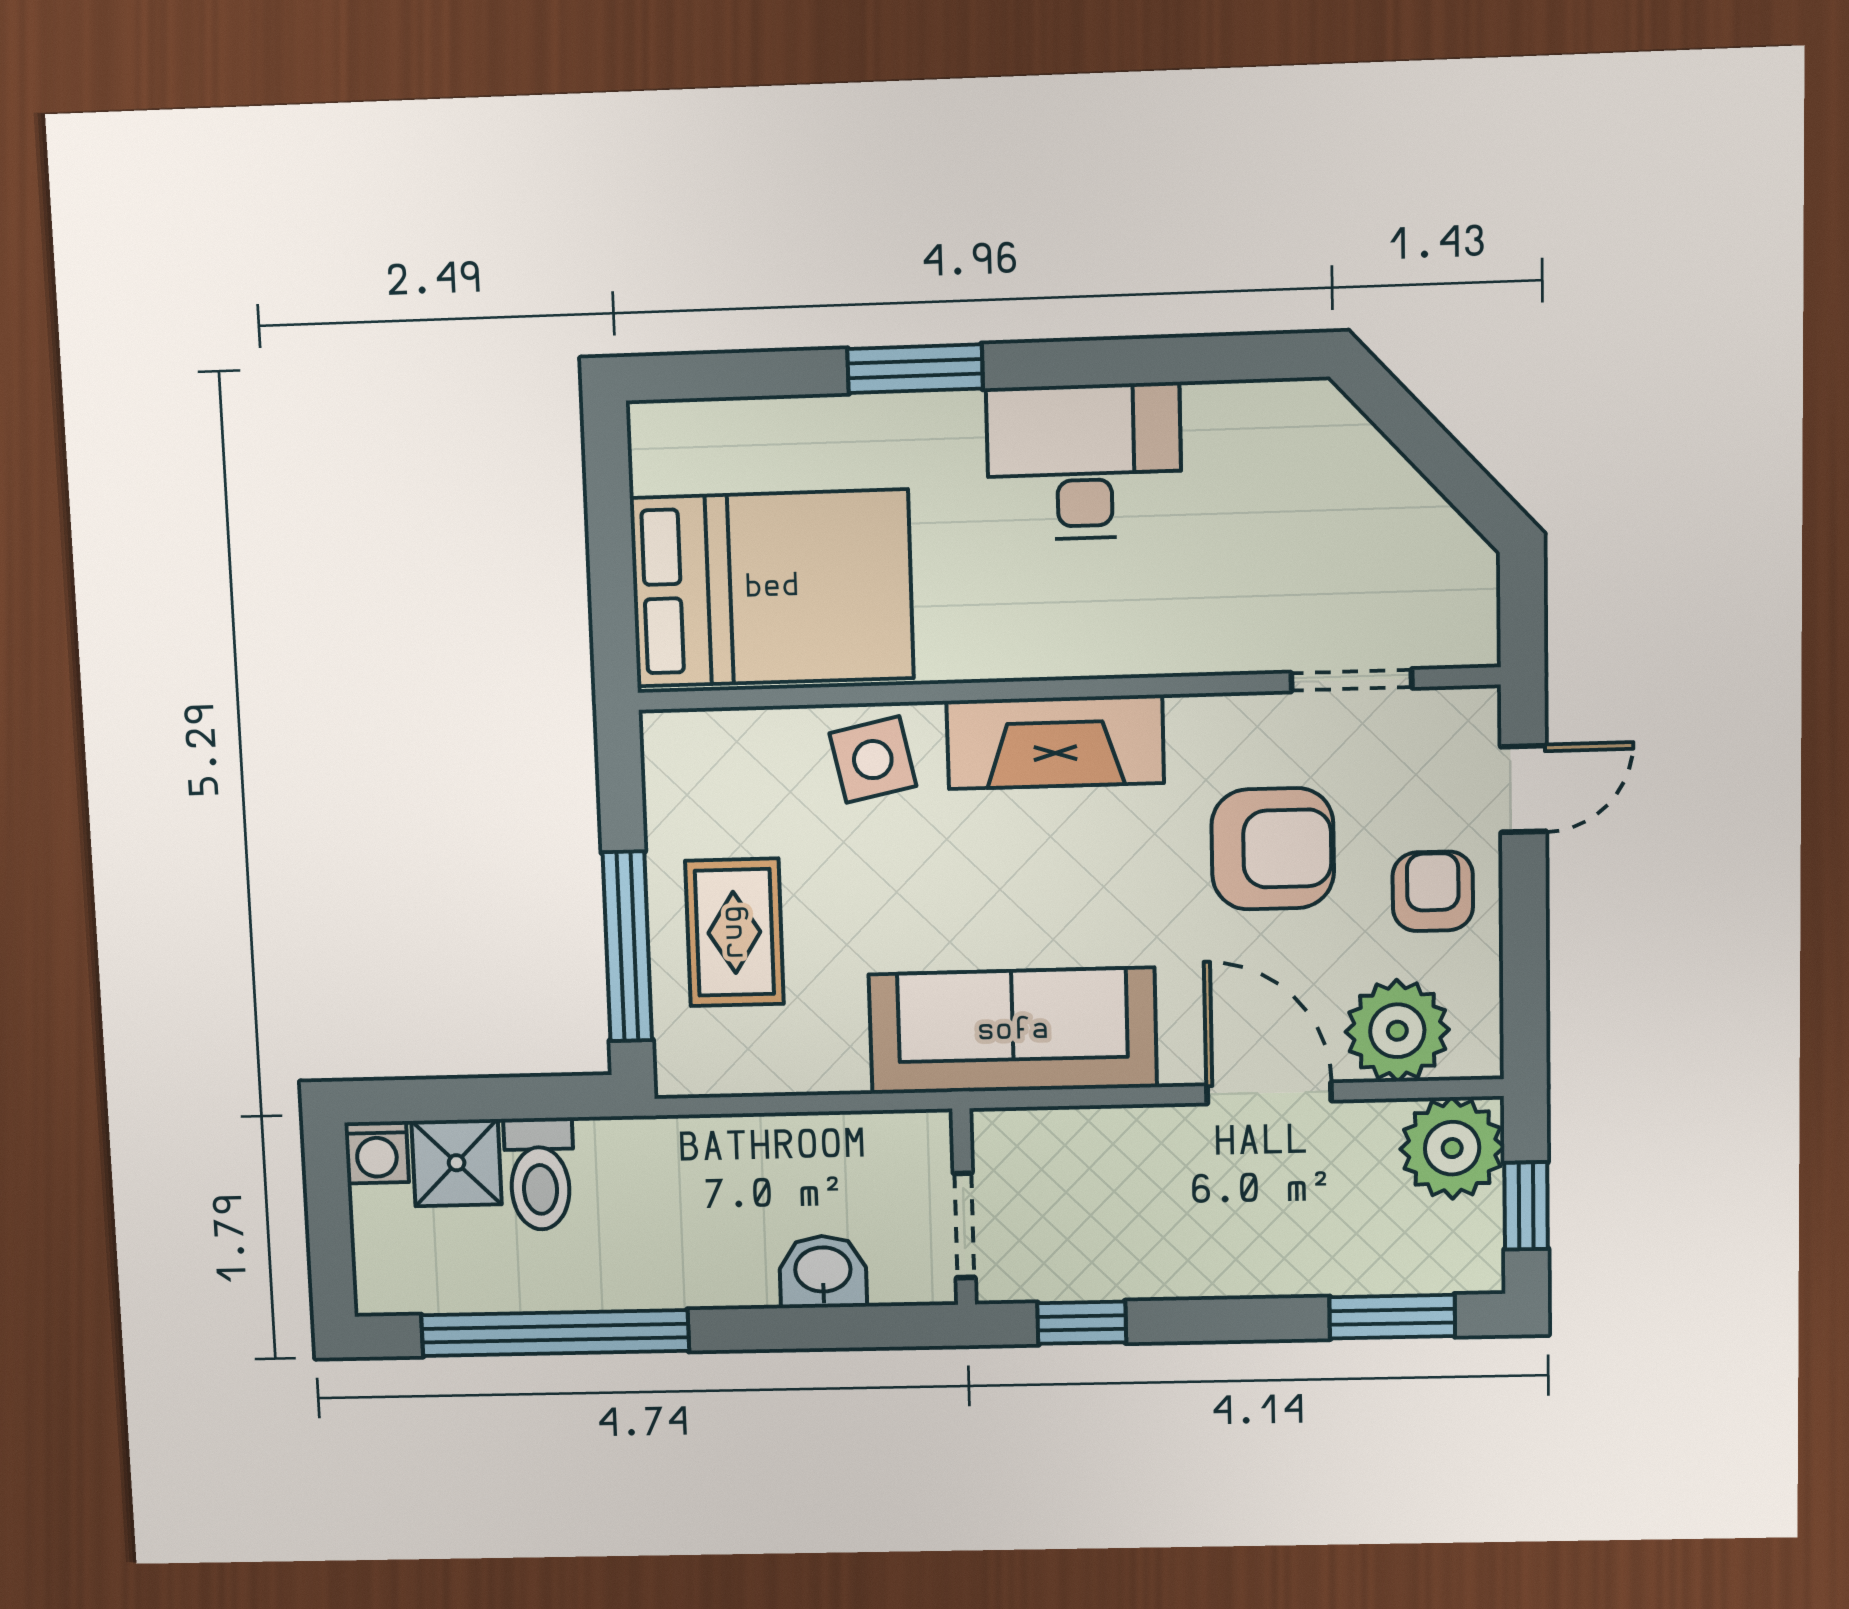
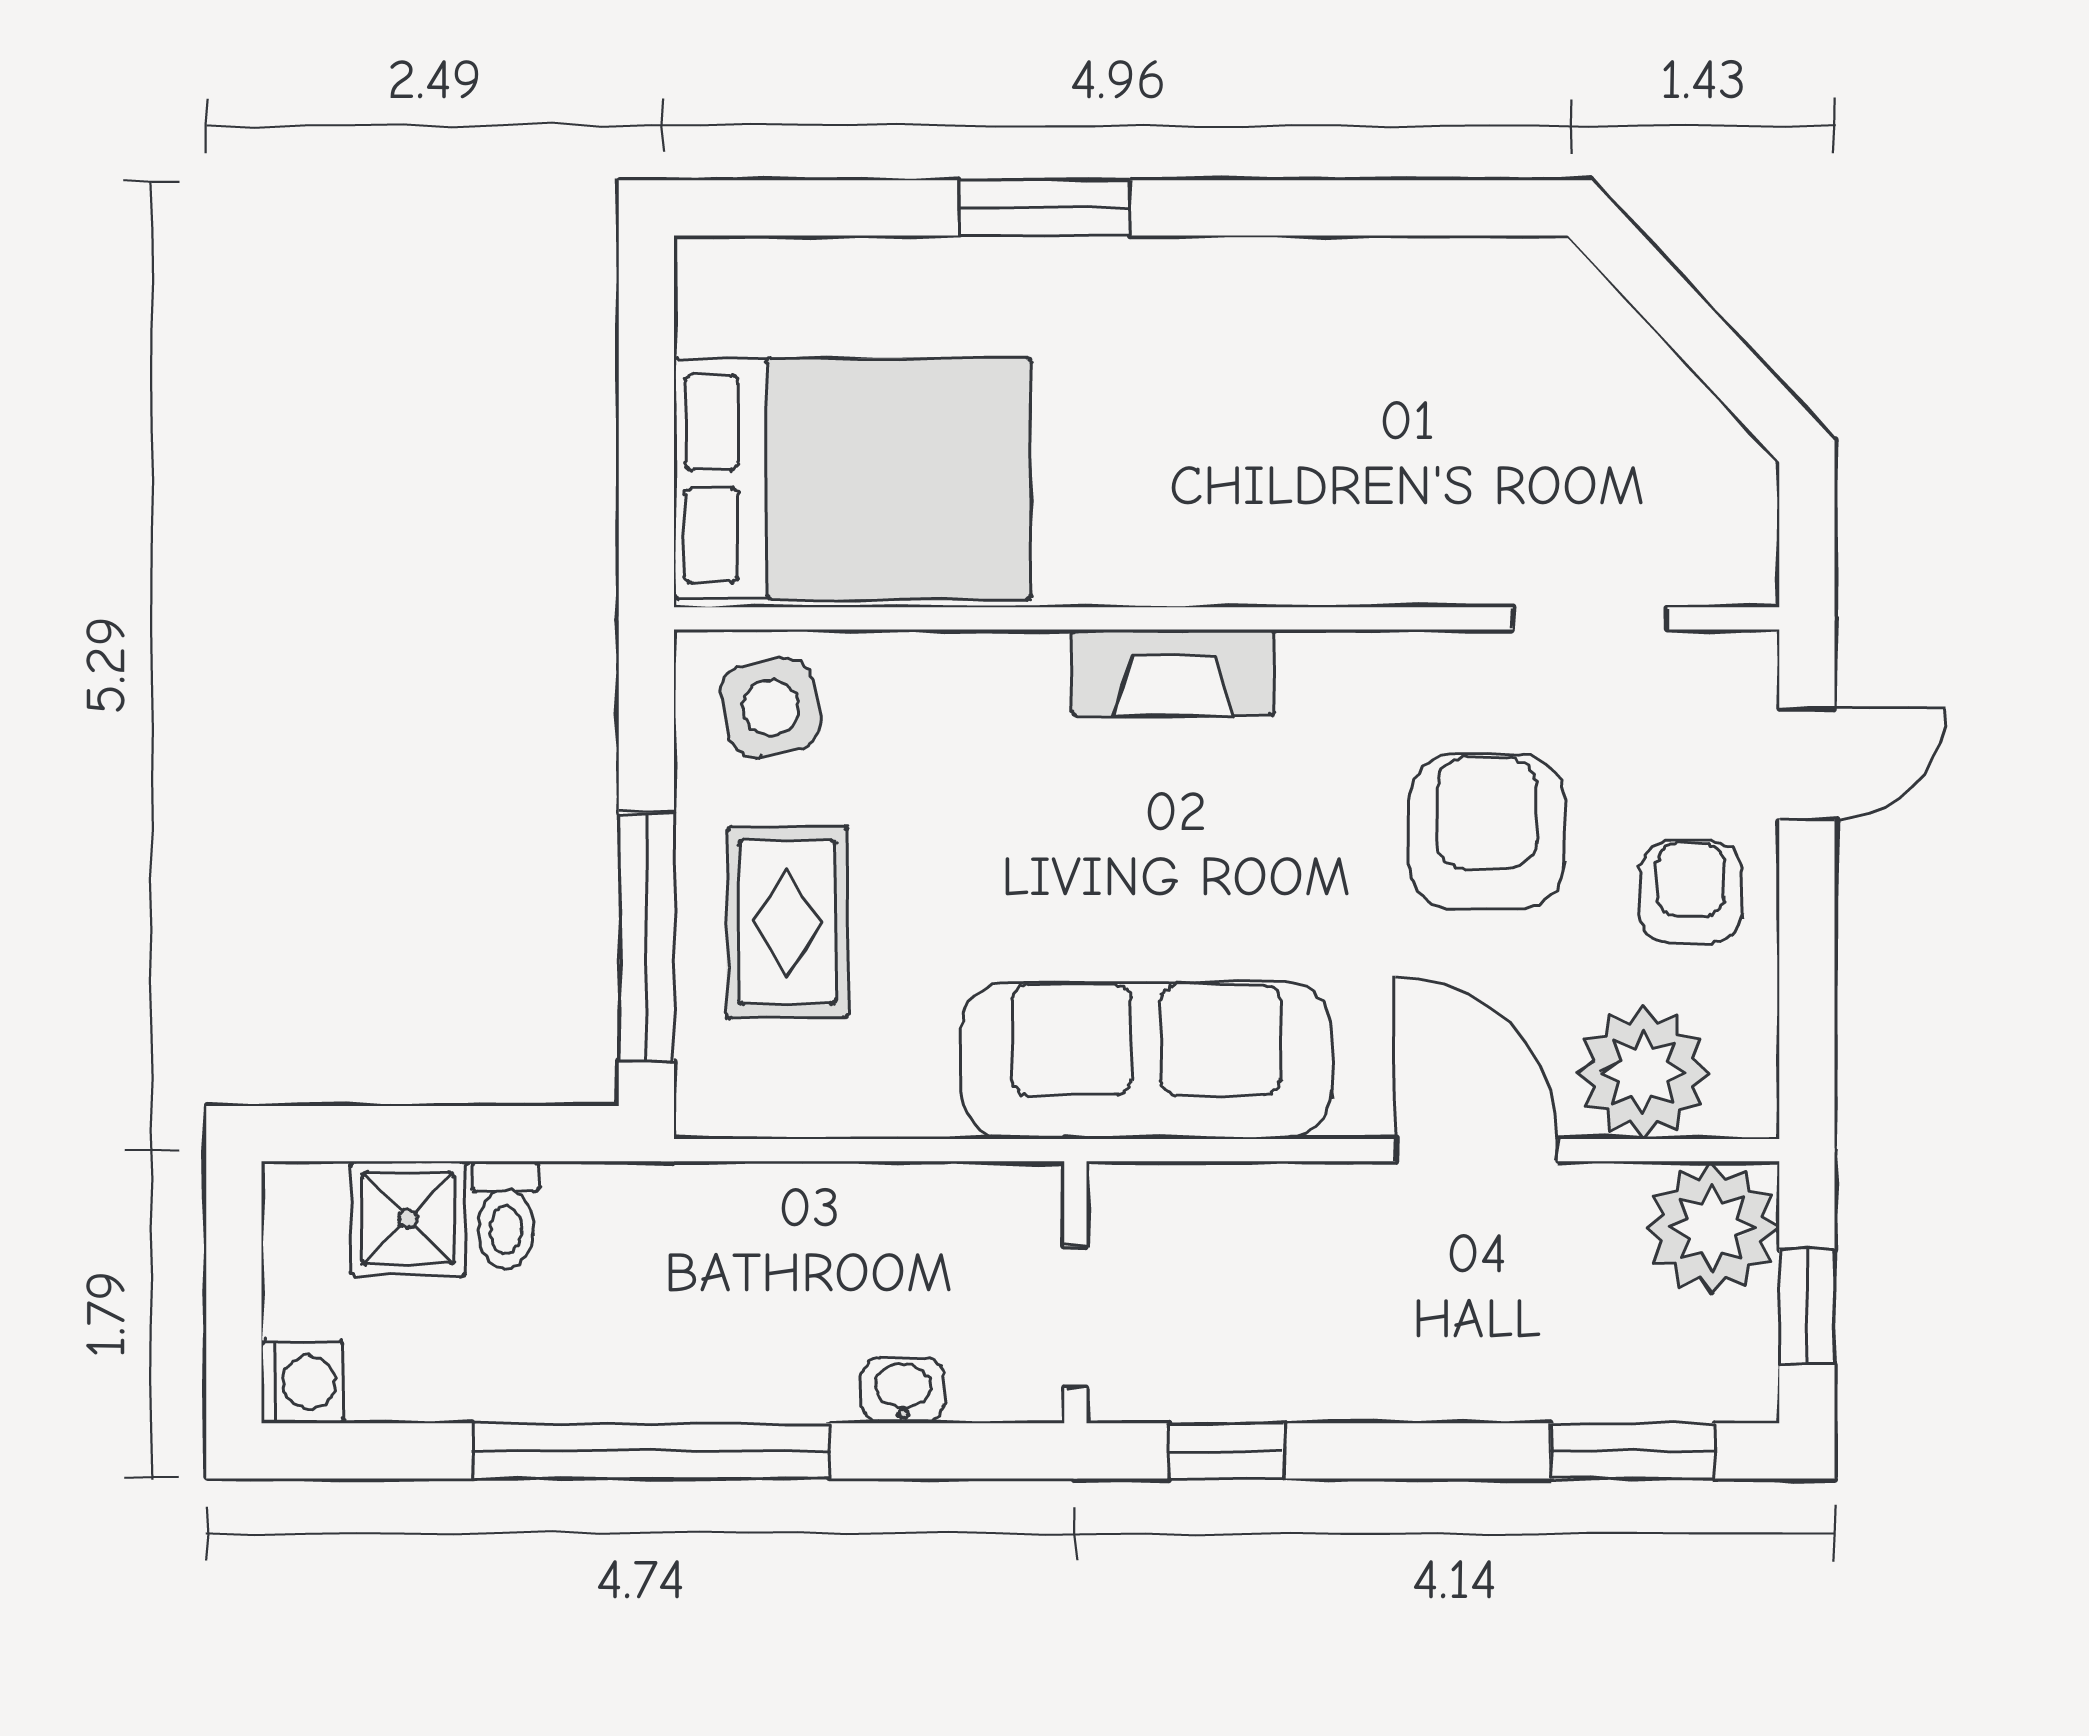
desk: (1084, 462) -> (1256, 331), removed
fireplace: (1055, 742) -> (1173, 673), width x0.73, depth x0.76
side table: (873, 760) -> (771, 708), moved
armchair: (1273, 849) -> (1486, 832), turned -90
washing machine: (377, 1152) -> (302, 1382), moved, turned -90
toilet: (540, 1174) -> (506, 1215), width x0.73, depth x0.72
washbasin: (823, 1272) -> (903, 1390), width x0.72, depth x0.69
window: (555, 1333) -> (652, 1451), moved

